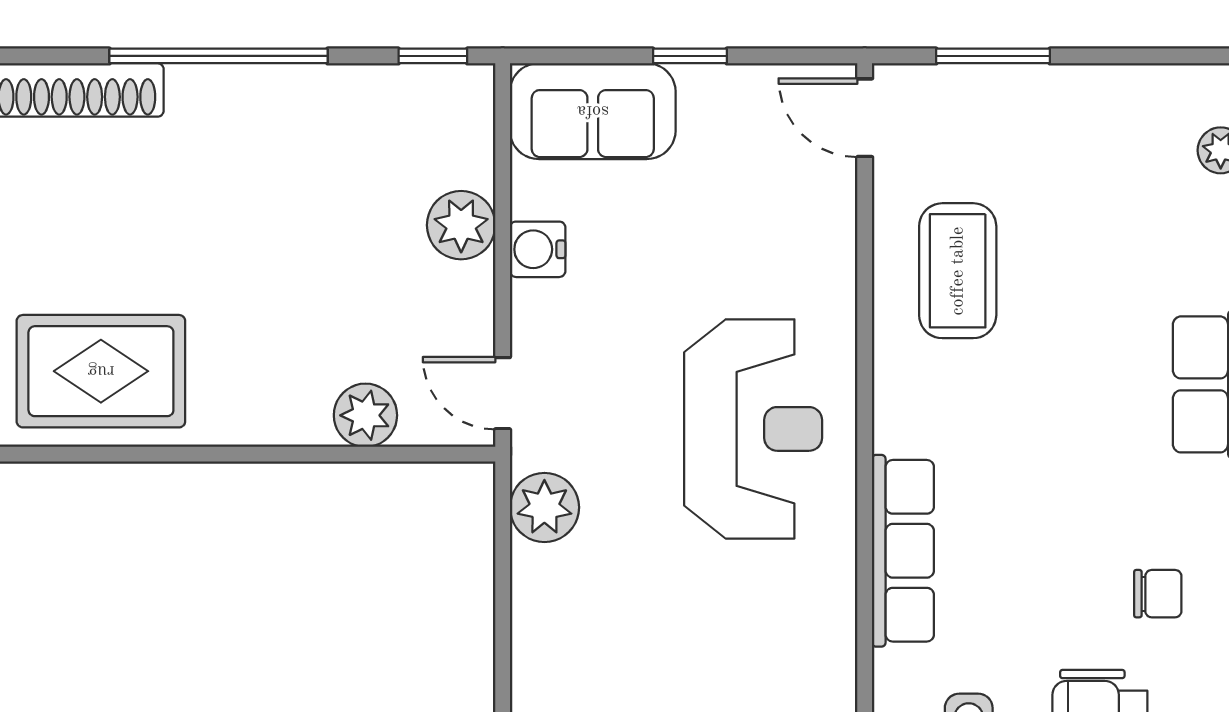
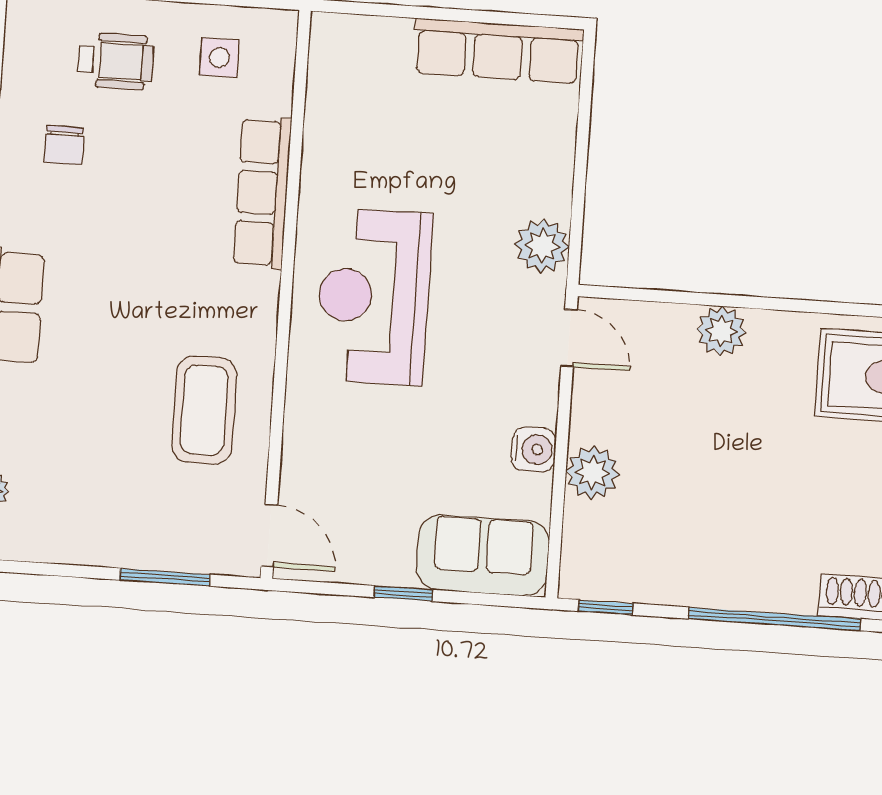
plant: (365, 415) -> (721, 331), moved
chair: (1158, 594) -> (64, 145), turned -90

